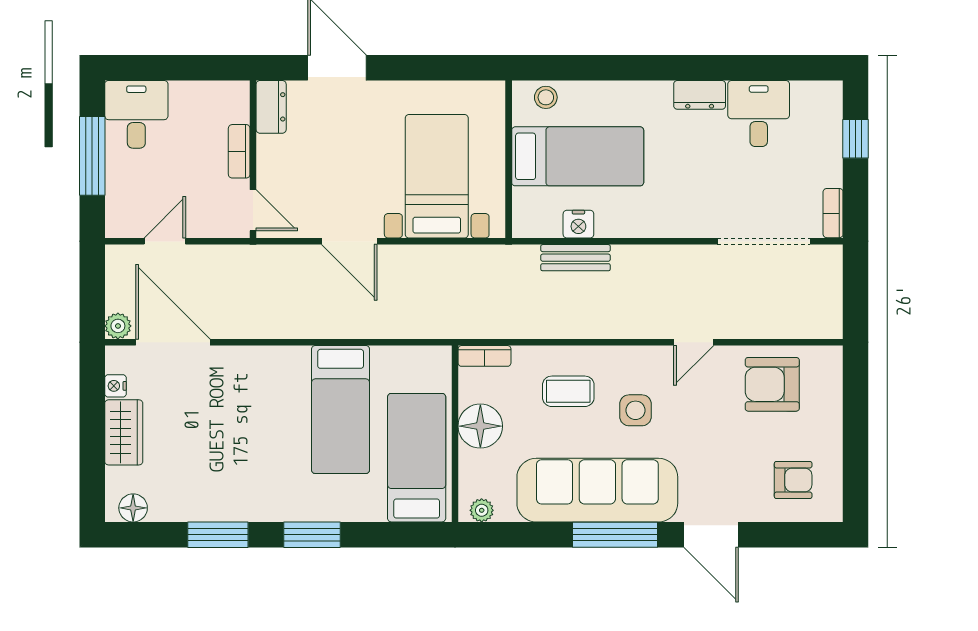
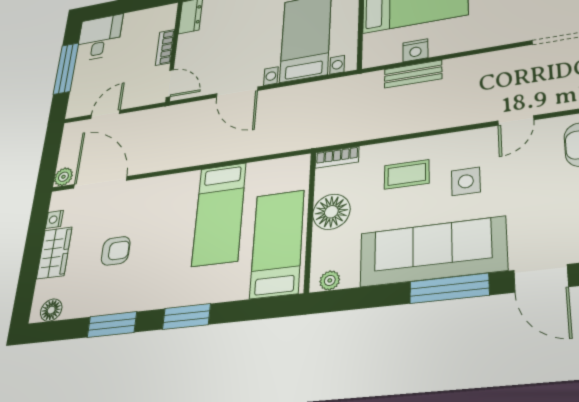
armchair: (209, 440) -> (116, 251), added

